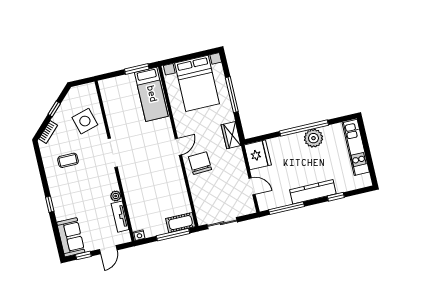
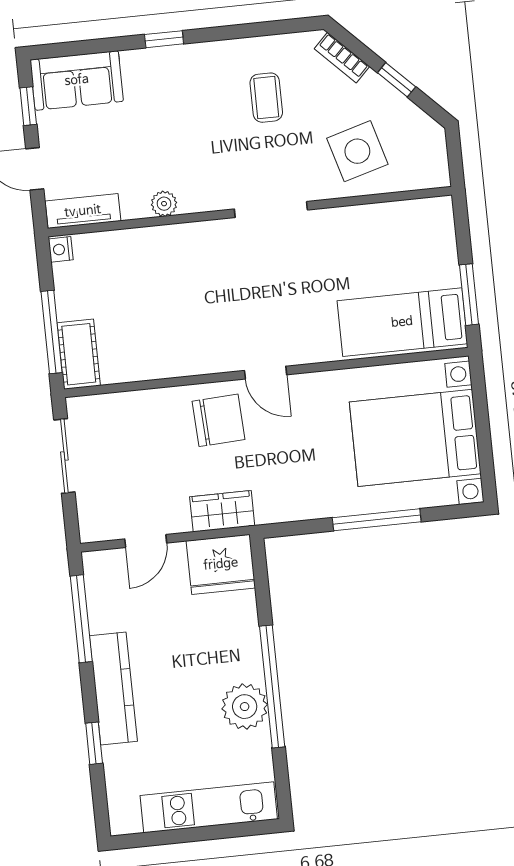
wardrobe: (231, 135) -> (222, 511), moved
tv unit: (120, 217) -> (83, 211), moved

